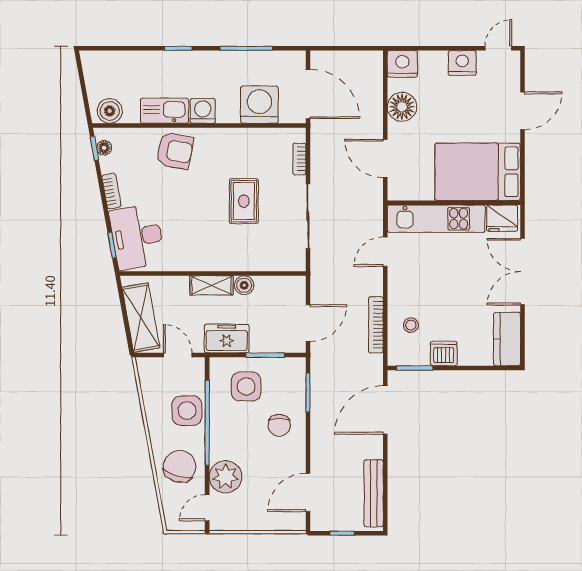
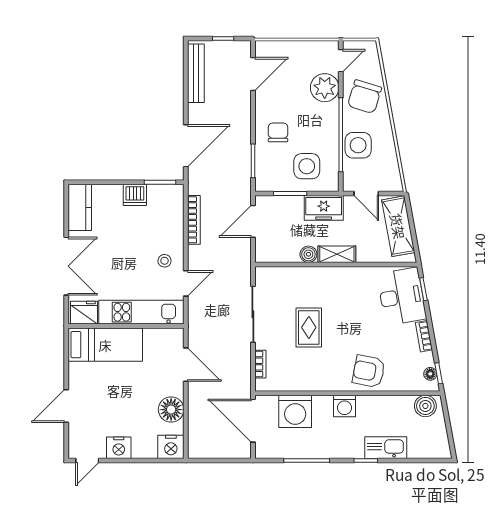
kitchen sink: (164, 111) -> (386, 448), moved, turned 180
bed: (478, 172) -> (105, 345), width x0.67
stool: (411, 325) -> (164, 261), moved

